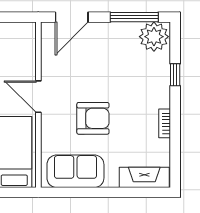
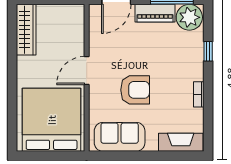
piano: (115, 32) -> (155, 13), added
door: (38, 97) -> (87, 71), hinge flipped

